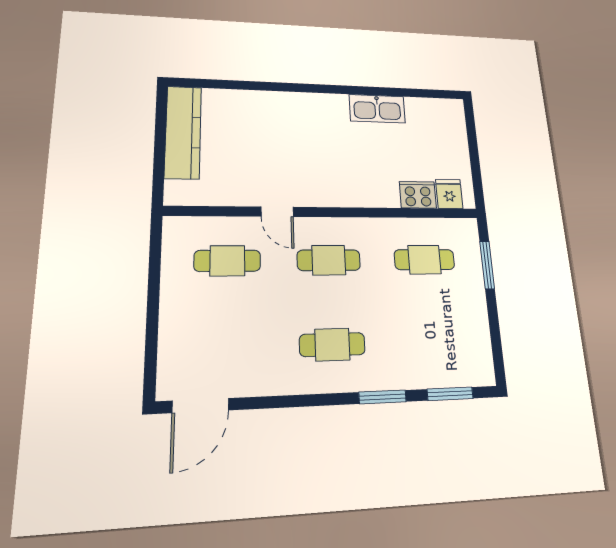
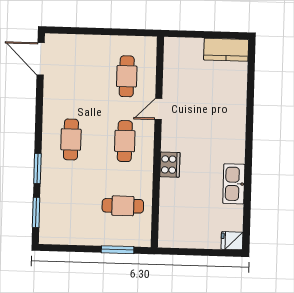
kitchen counter: (183, 132) -> (226, 50), width x0.67
fridge: (449, 194) -> (232, 241), moved, turned 180
cooker: (418, 195) -> (170, 165), moved
cafe table: (424, 260) -> (123, 206), turned 90

